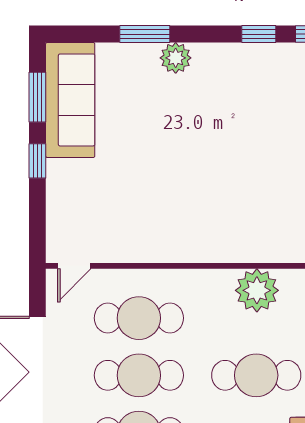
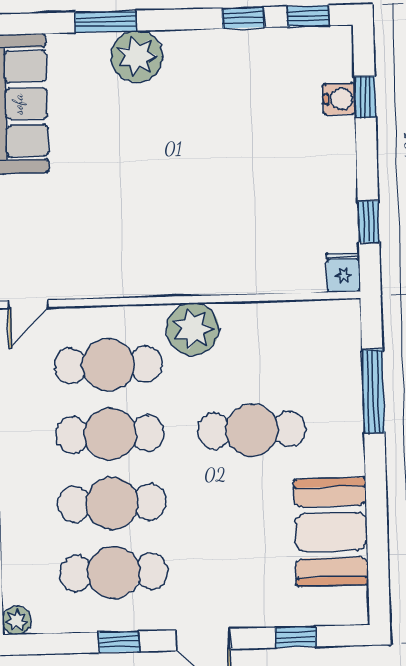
plant: (176, 58) -> (137, 56), width x1.36, depth x1.36
plant: (257, 290) -> (193, 329), moved

